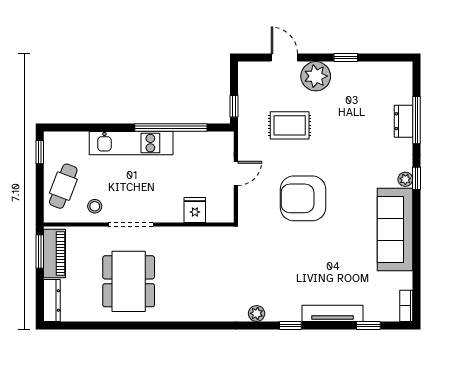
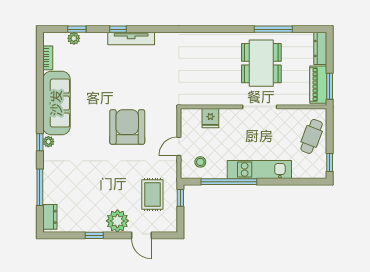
dresser: (403, 121) -> (50, 217), moved
rug: (290, 125) -> (152, 194), moved, turned 90
armchair: (303, 198) -> (127, 127), turned -90
stool: (95, 206) -> (200, 162), moved
bookcase: (406, 306) -> (48, 58), moved
plant: (257, 313) -> (74, 38), moved
tv unit: (333, 313) -> (131, 39), moved
window: (113, 325) -> (273, 29), added
window: (290, 325) -> (118, 29), moved

